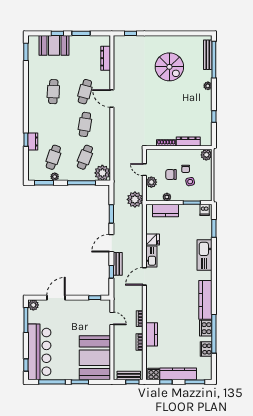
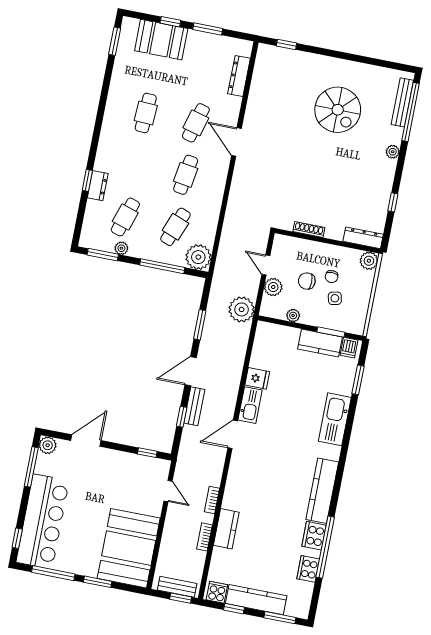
dresser: (188, 142) -> (363, 238), moved
kitchen counter: (165, 210) -> (320, 343), moved

